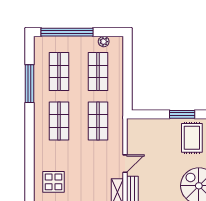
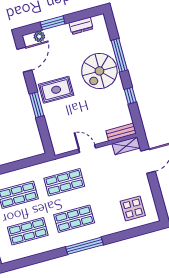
window: (29, 84) -> (84, 246), moved
door: (125, 164) -> (87, 149), moved

